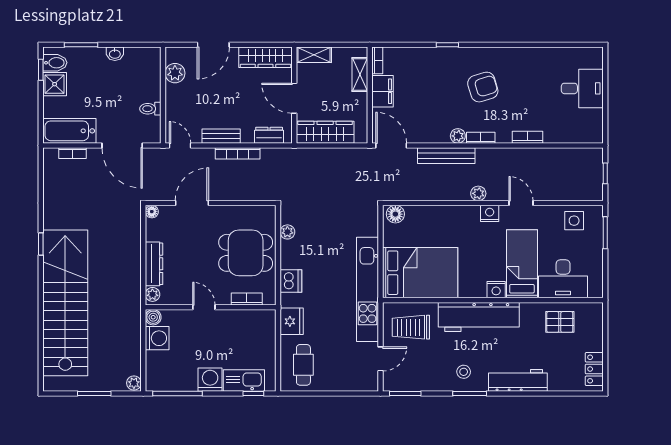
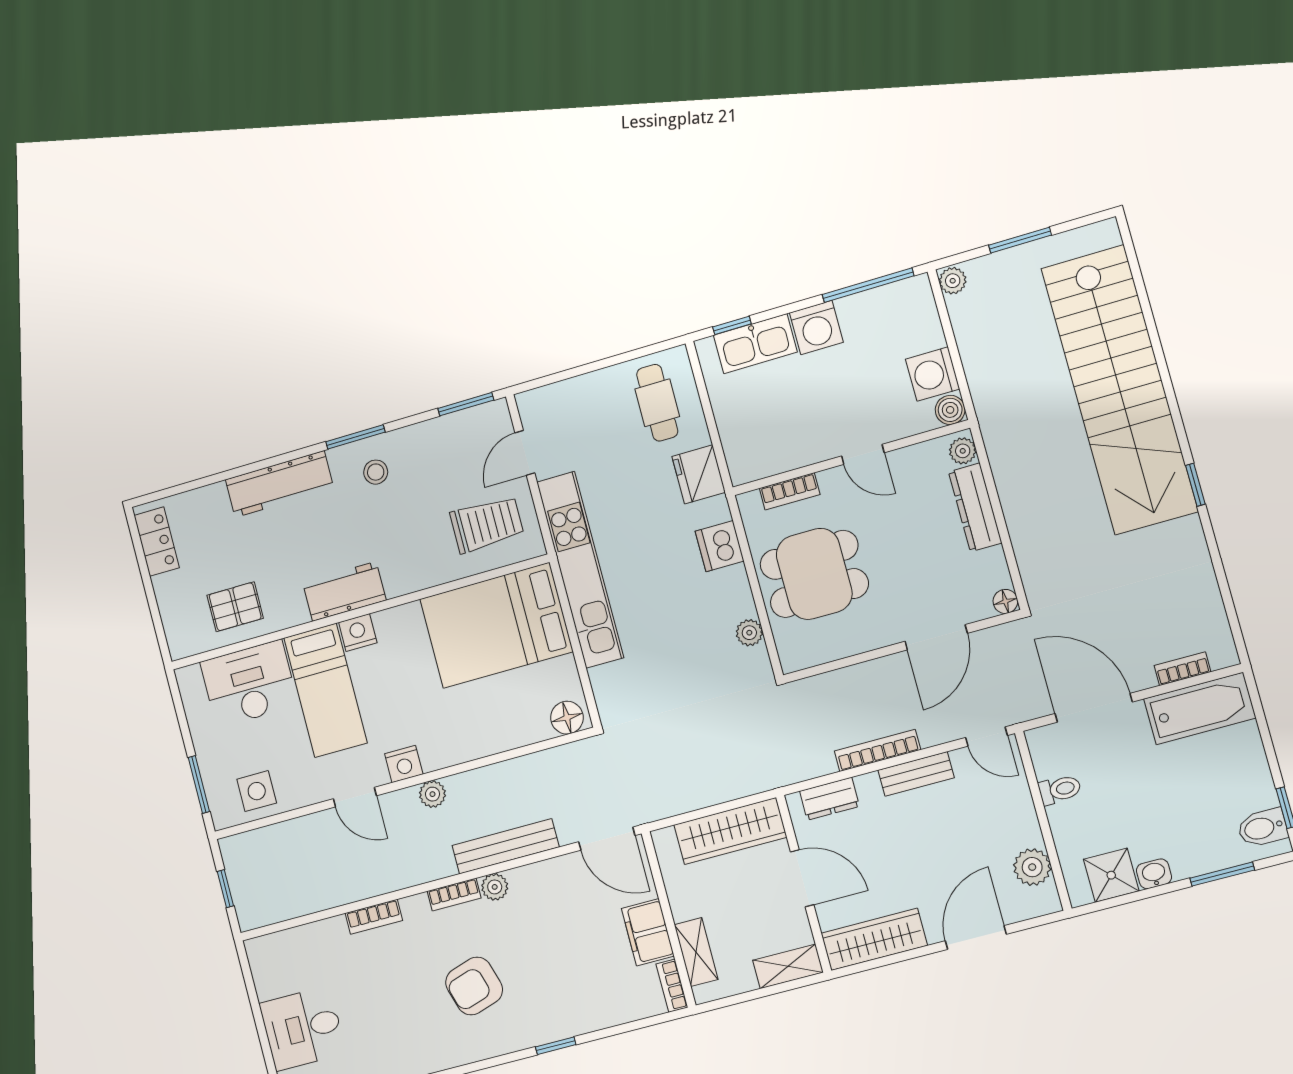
shower: (55, 84) -> (1111, 875), moved
workbench: (479, 317) -> (344, 591), width x0.53, depth x0.76

